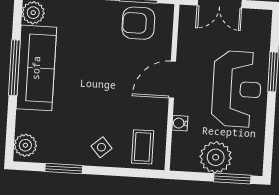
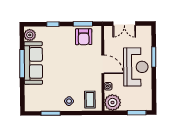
armchair: (138, 23) -> (84, 37), turned -90
door: (172, 80) -> (103, 64), swing flipped
plant: (25, 145) -> (30, 103), removed
plant: (216, 157) -> (113, 102), moved

